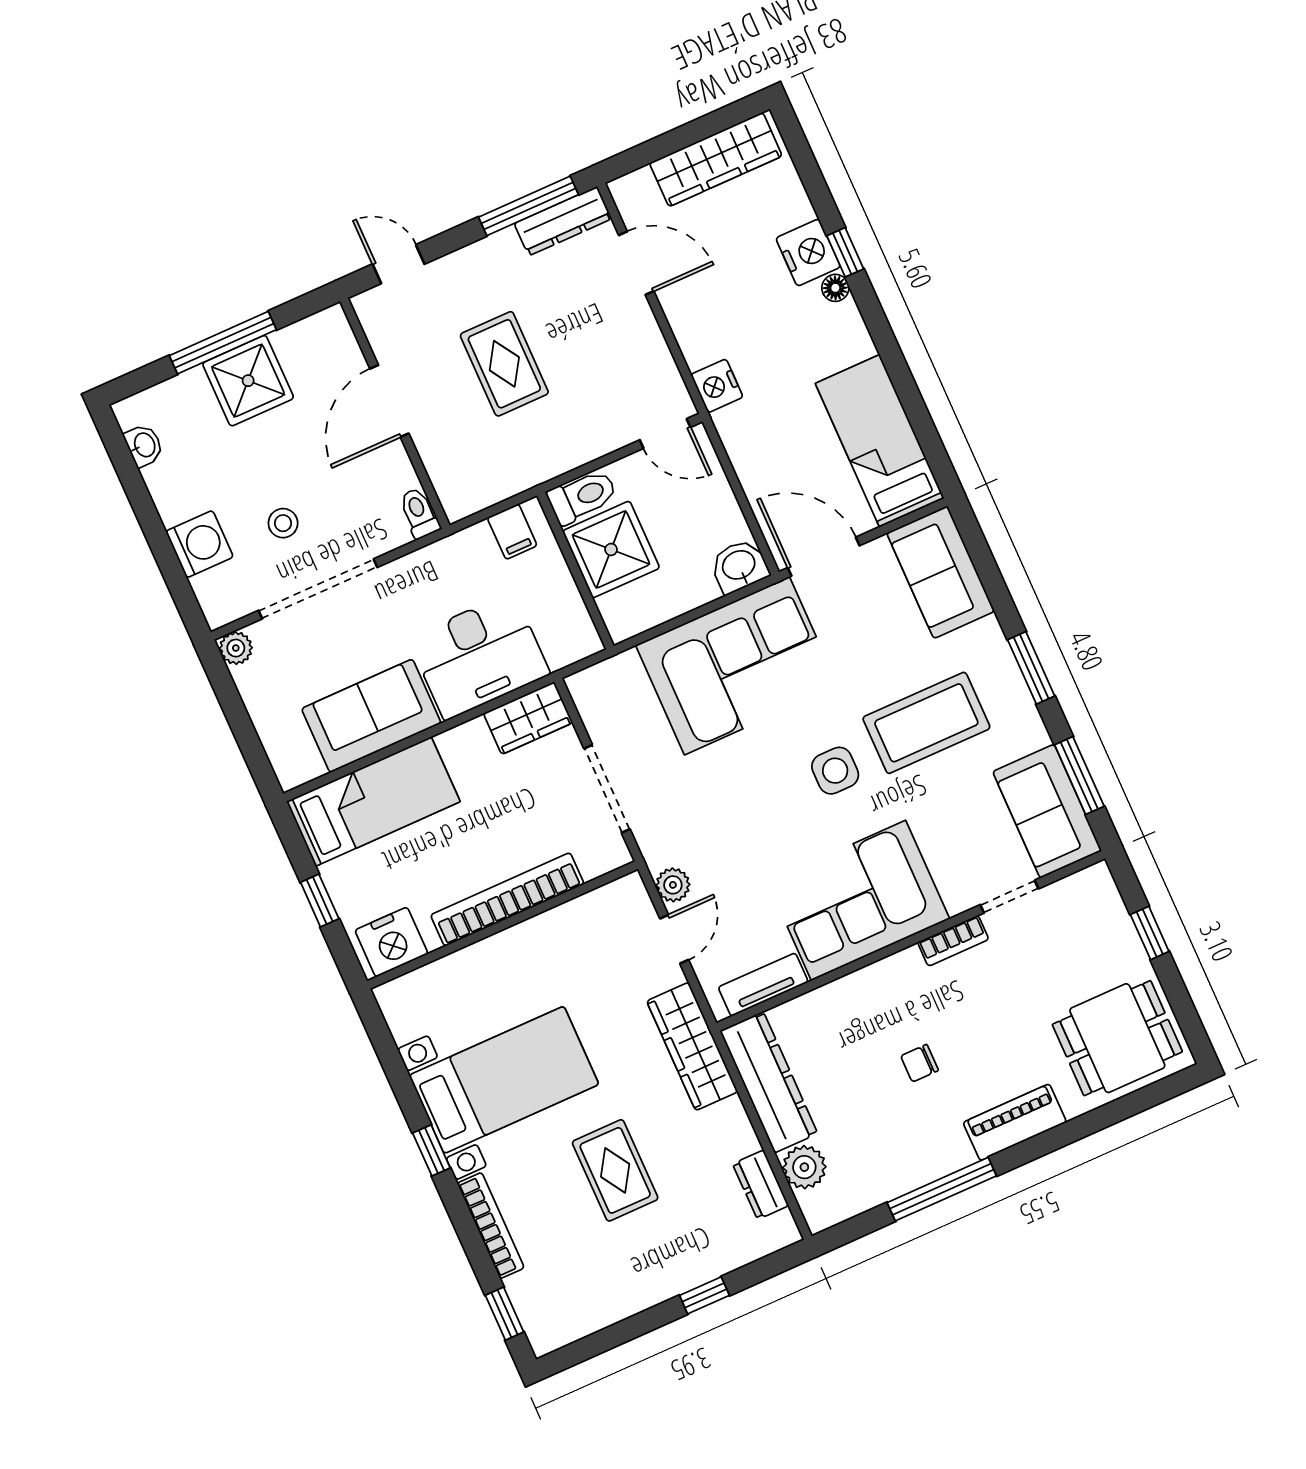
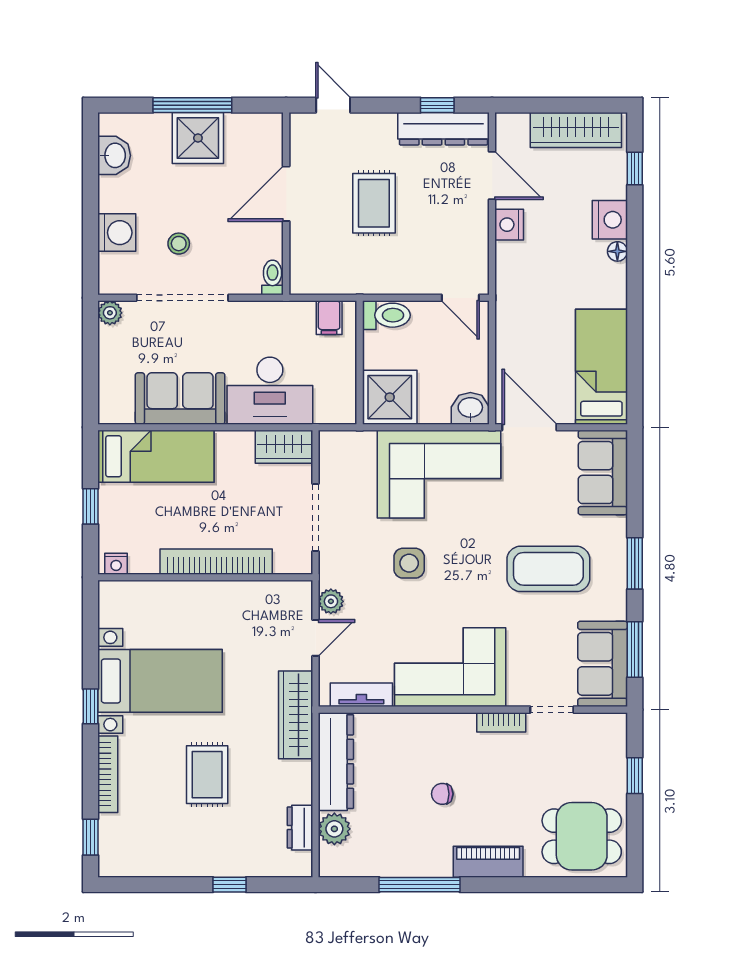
window: (529, 206) -> (437, 105), width x0.46
dresser: (563, 221) -> (443, 129), width x1.37, depth x1.24
window: (845, 252) -> (635, 168), moved
nightstand: (717, 386) -> (509, 225), moved
washbasin: (144, 445) -> (114, 155), width x1.38, depth x1.45
shower: (611, 549) -> (390, 397), moved
side table: (835, 771) -> (409, 563), moved
nightstand: (391, 942) -> (116, 564), width x0.53, depth x0.56

